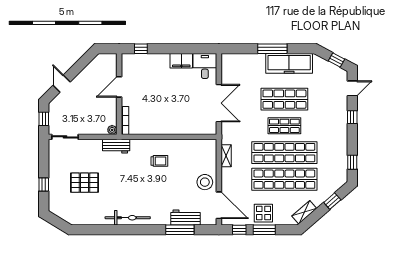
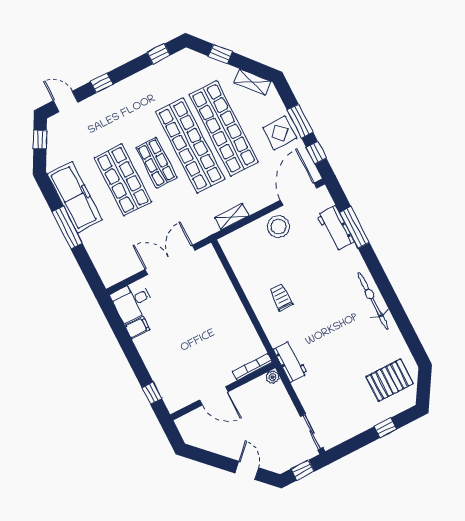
filing cabinet: (181, 61) -> (137, 328), width x0.50
door: (62, 84) -> (247, 470), swing flipped
pallet: (84, 183) -> (390, 380), moved, turned 90

